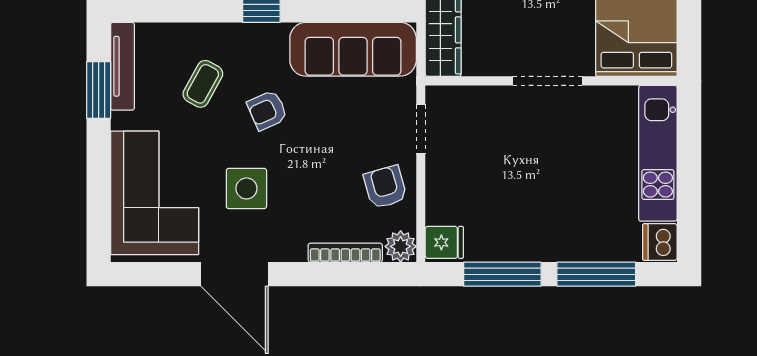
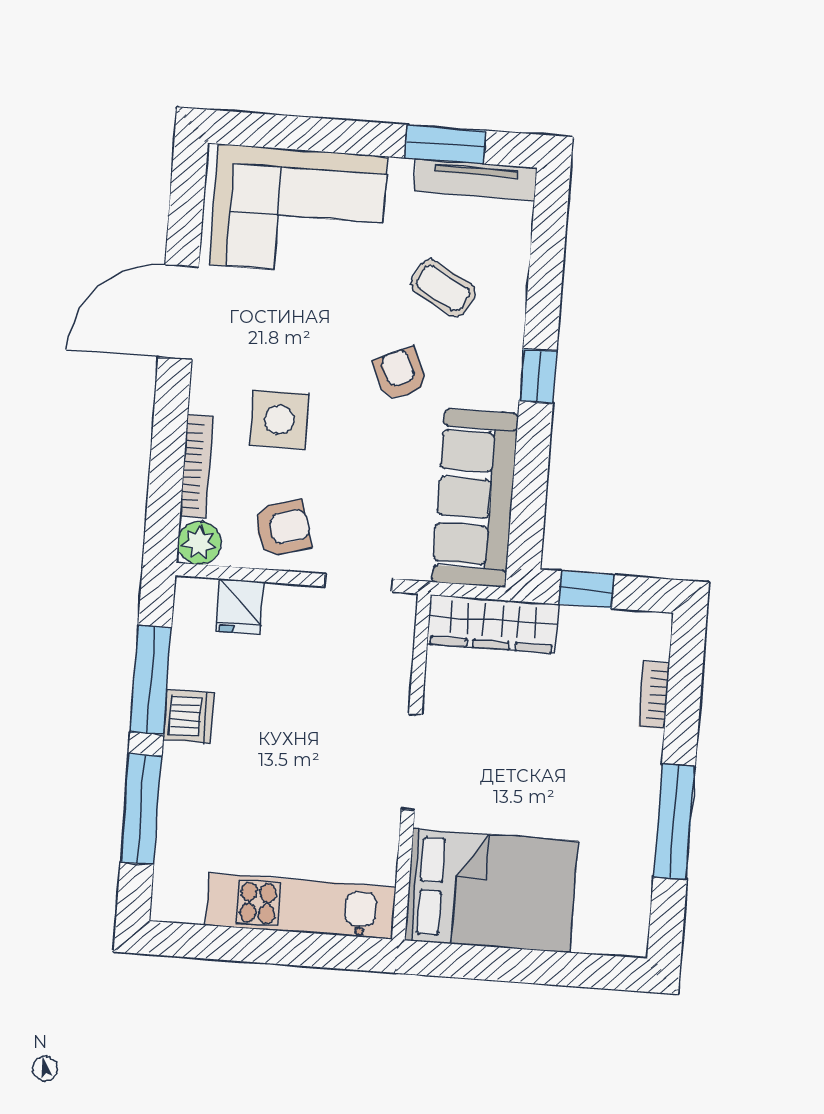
side table: (246, 188) -> (279, 419), moved
fridge: (444, 242) -> (240, 607), moved
dishwasher: (660, 242) -> (188, 716), moved, turned 90

